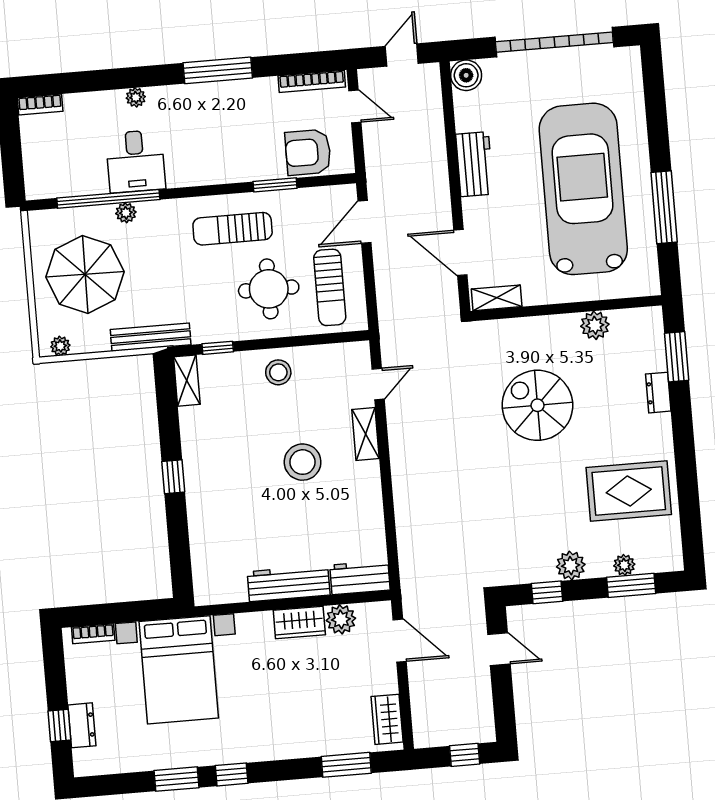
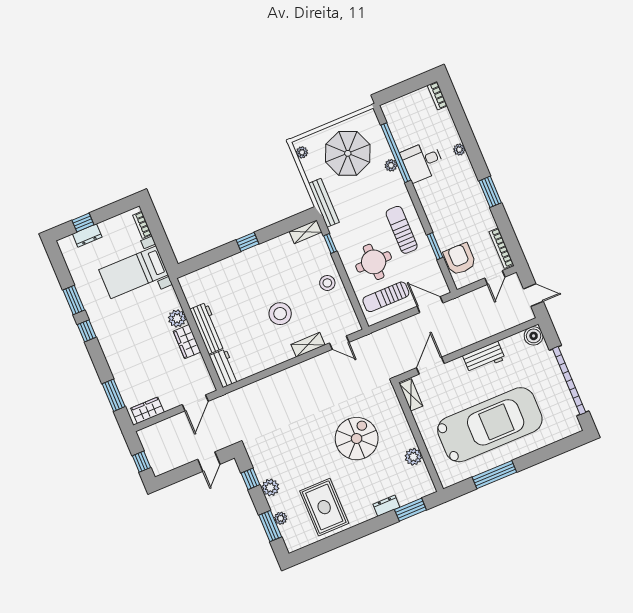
window: (218, 70) -> (490, 192), width x0.69
plant: (341, 619) -> (177, 318), moved
bed with nightstands: (179, 670) -> (134, 272), width x0.73

